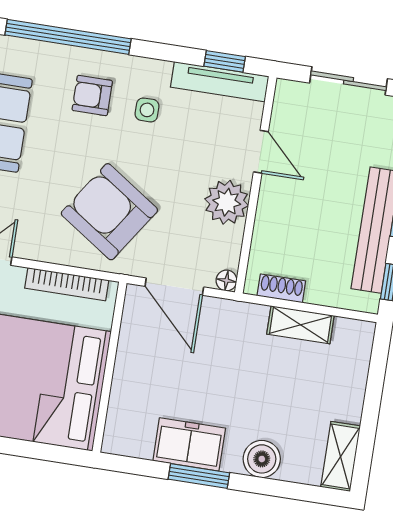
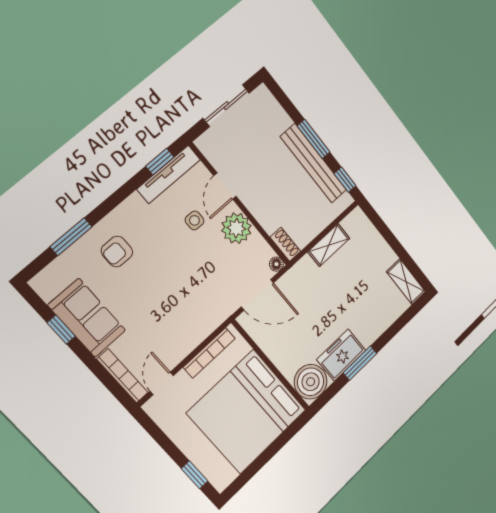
window: (68, 37) -> (71, 237), width x0.47
side table: (147, 110) -> (195, 220), moved
door: (261, 152) -> (225, 186), swing flipped
armchair: (109, 212) -> (189, 296), removed
shoe rack: (281, 288) -> (285, 244), moved, turned 90
boiler: (262, 459) -> (311, 382), moved, width x1.37, depth x1.37

